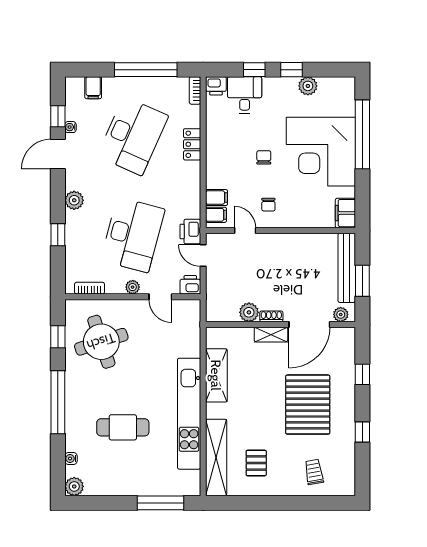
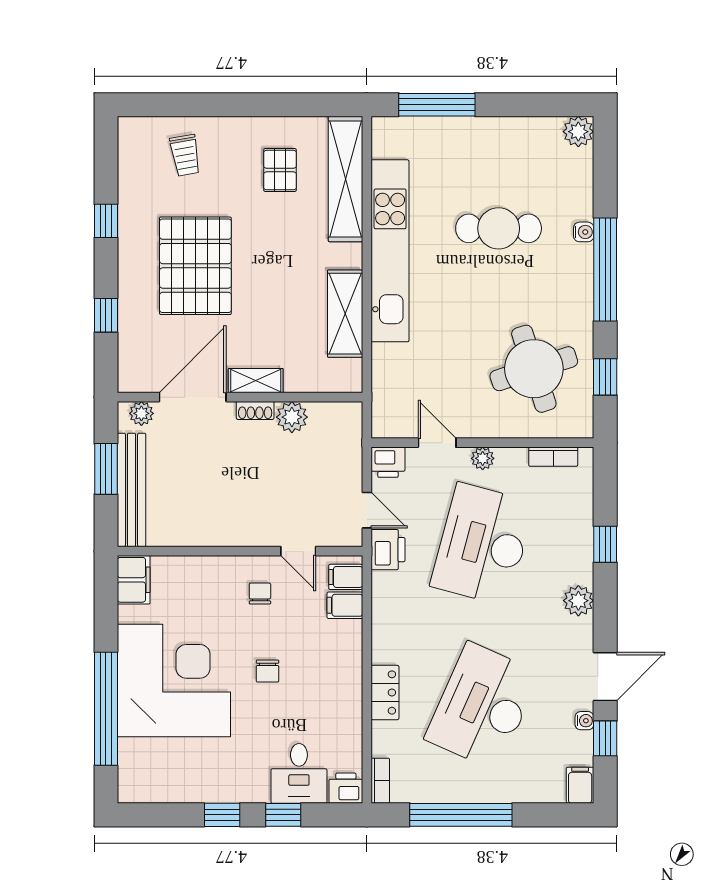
plant: (308, 86) -> (195, 788), removed
filing cabinet: (93, 88) -> (580, 785), moved
water cooler: (71, 459) -> (584, 232), moved

